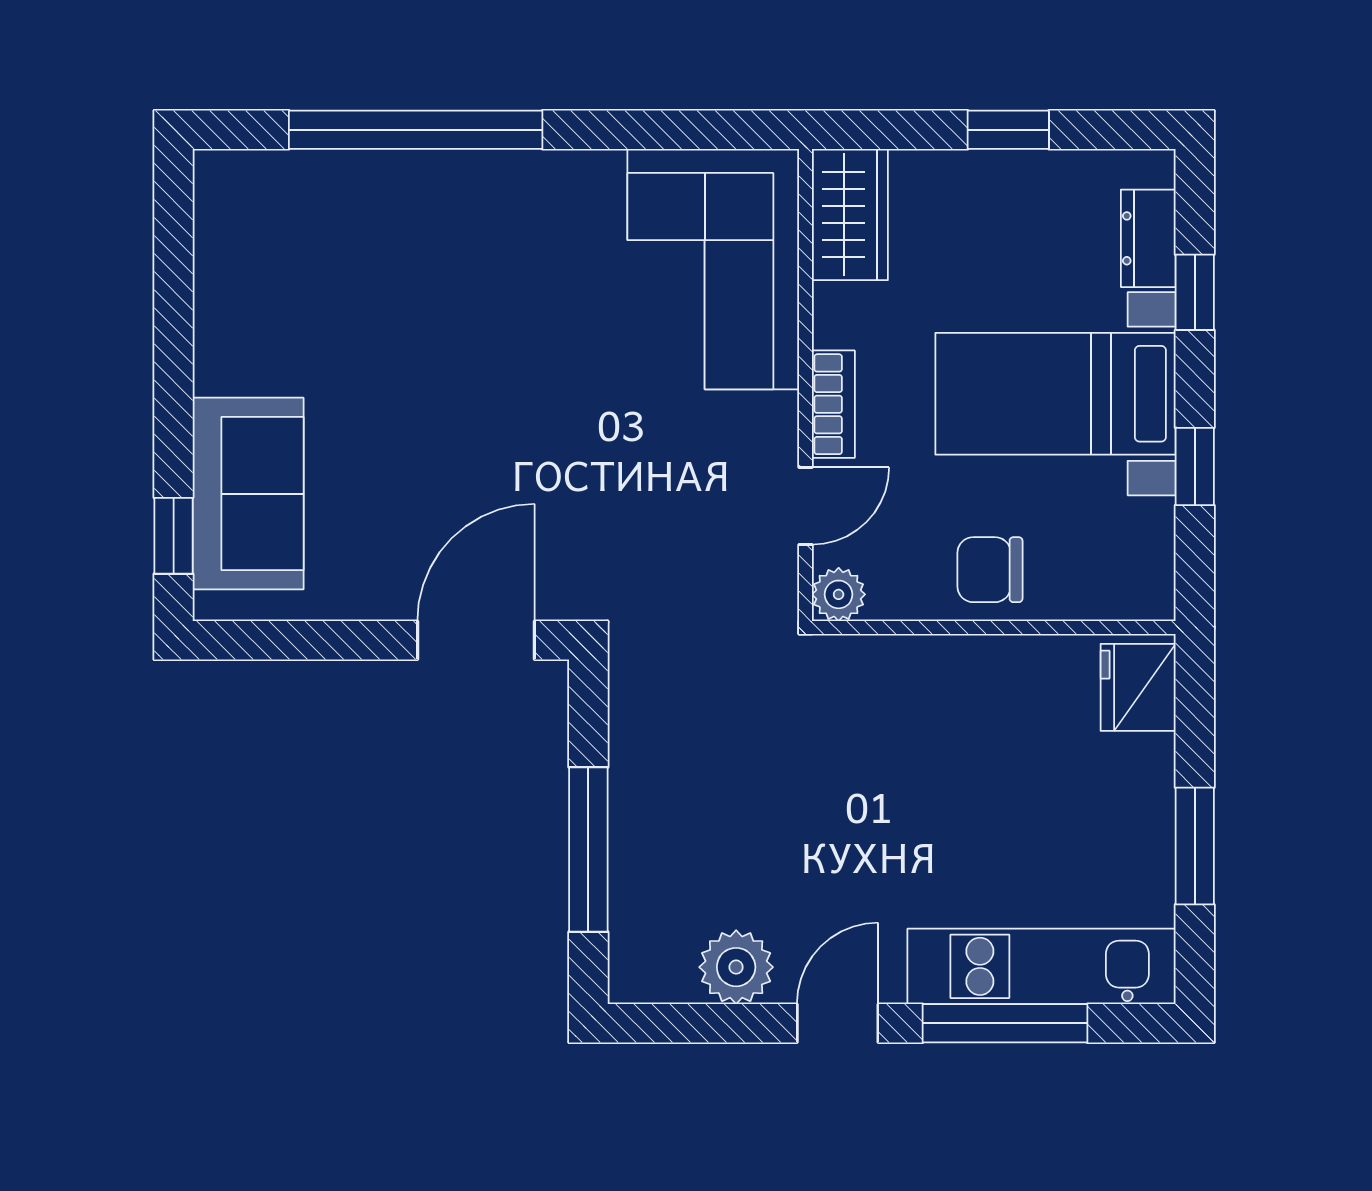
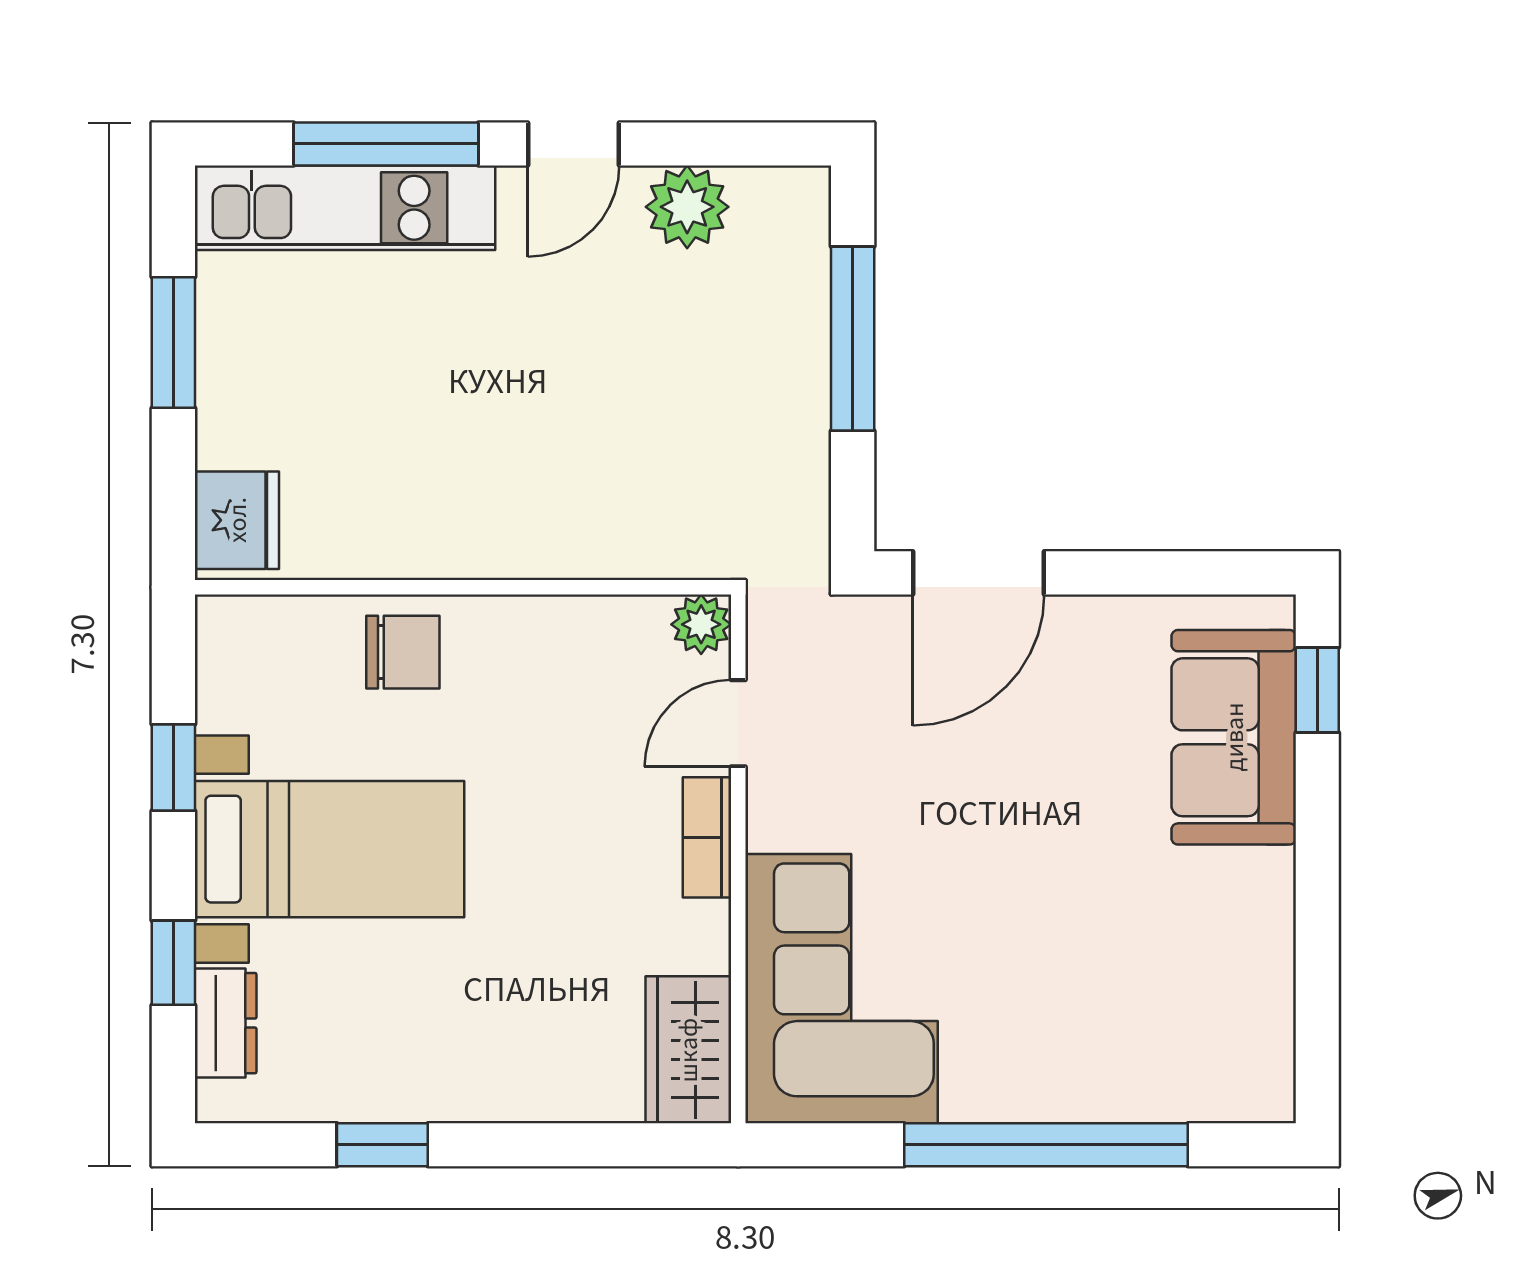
wardrobe: (850, 215) -> (688, 1050), moved
corner sofa: (713, 269) -> (841, 989), moved
wall: (805, 385) -> (738, 859), moved
bookcase: (833, 404) -> (707, 837), moved
door: (805, 506) -> (738, 723), moved
plant: (839, 594) -> (701, 624), moved

